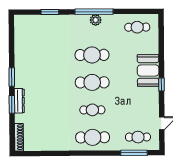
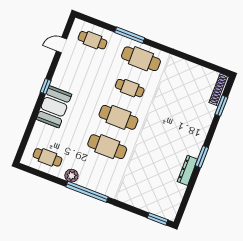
window: (50, 12) -> (158, 219), moved
plant: (96, 20) -> (71, 176), moved
dresser: (19, 101) -> (187, 170), moved
window: (12, 104) -> (221, 106), moved
window: (134, 153) -> (130, 35), moved

